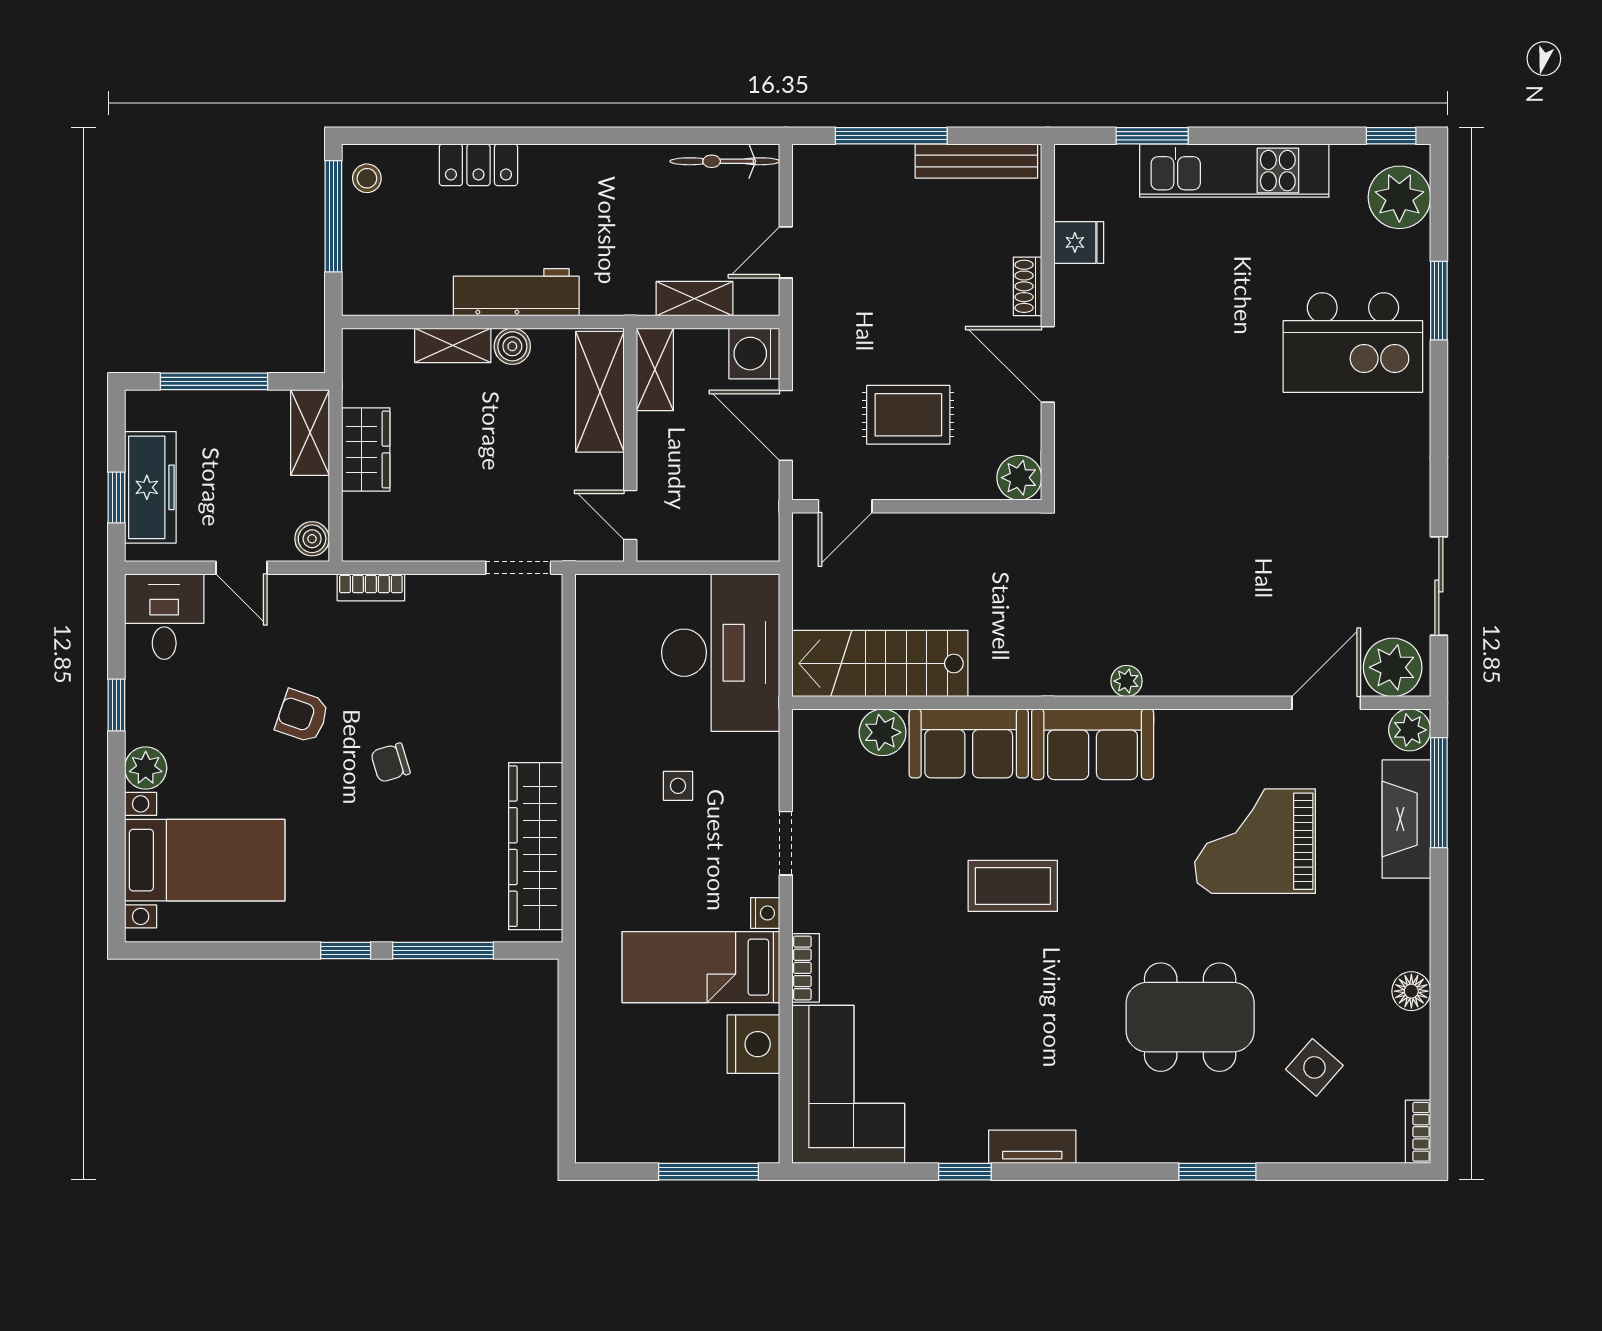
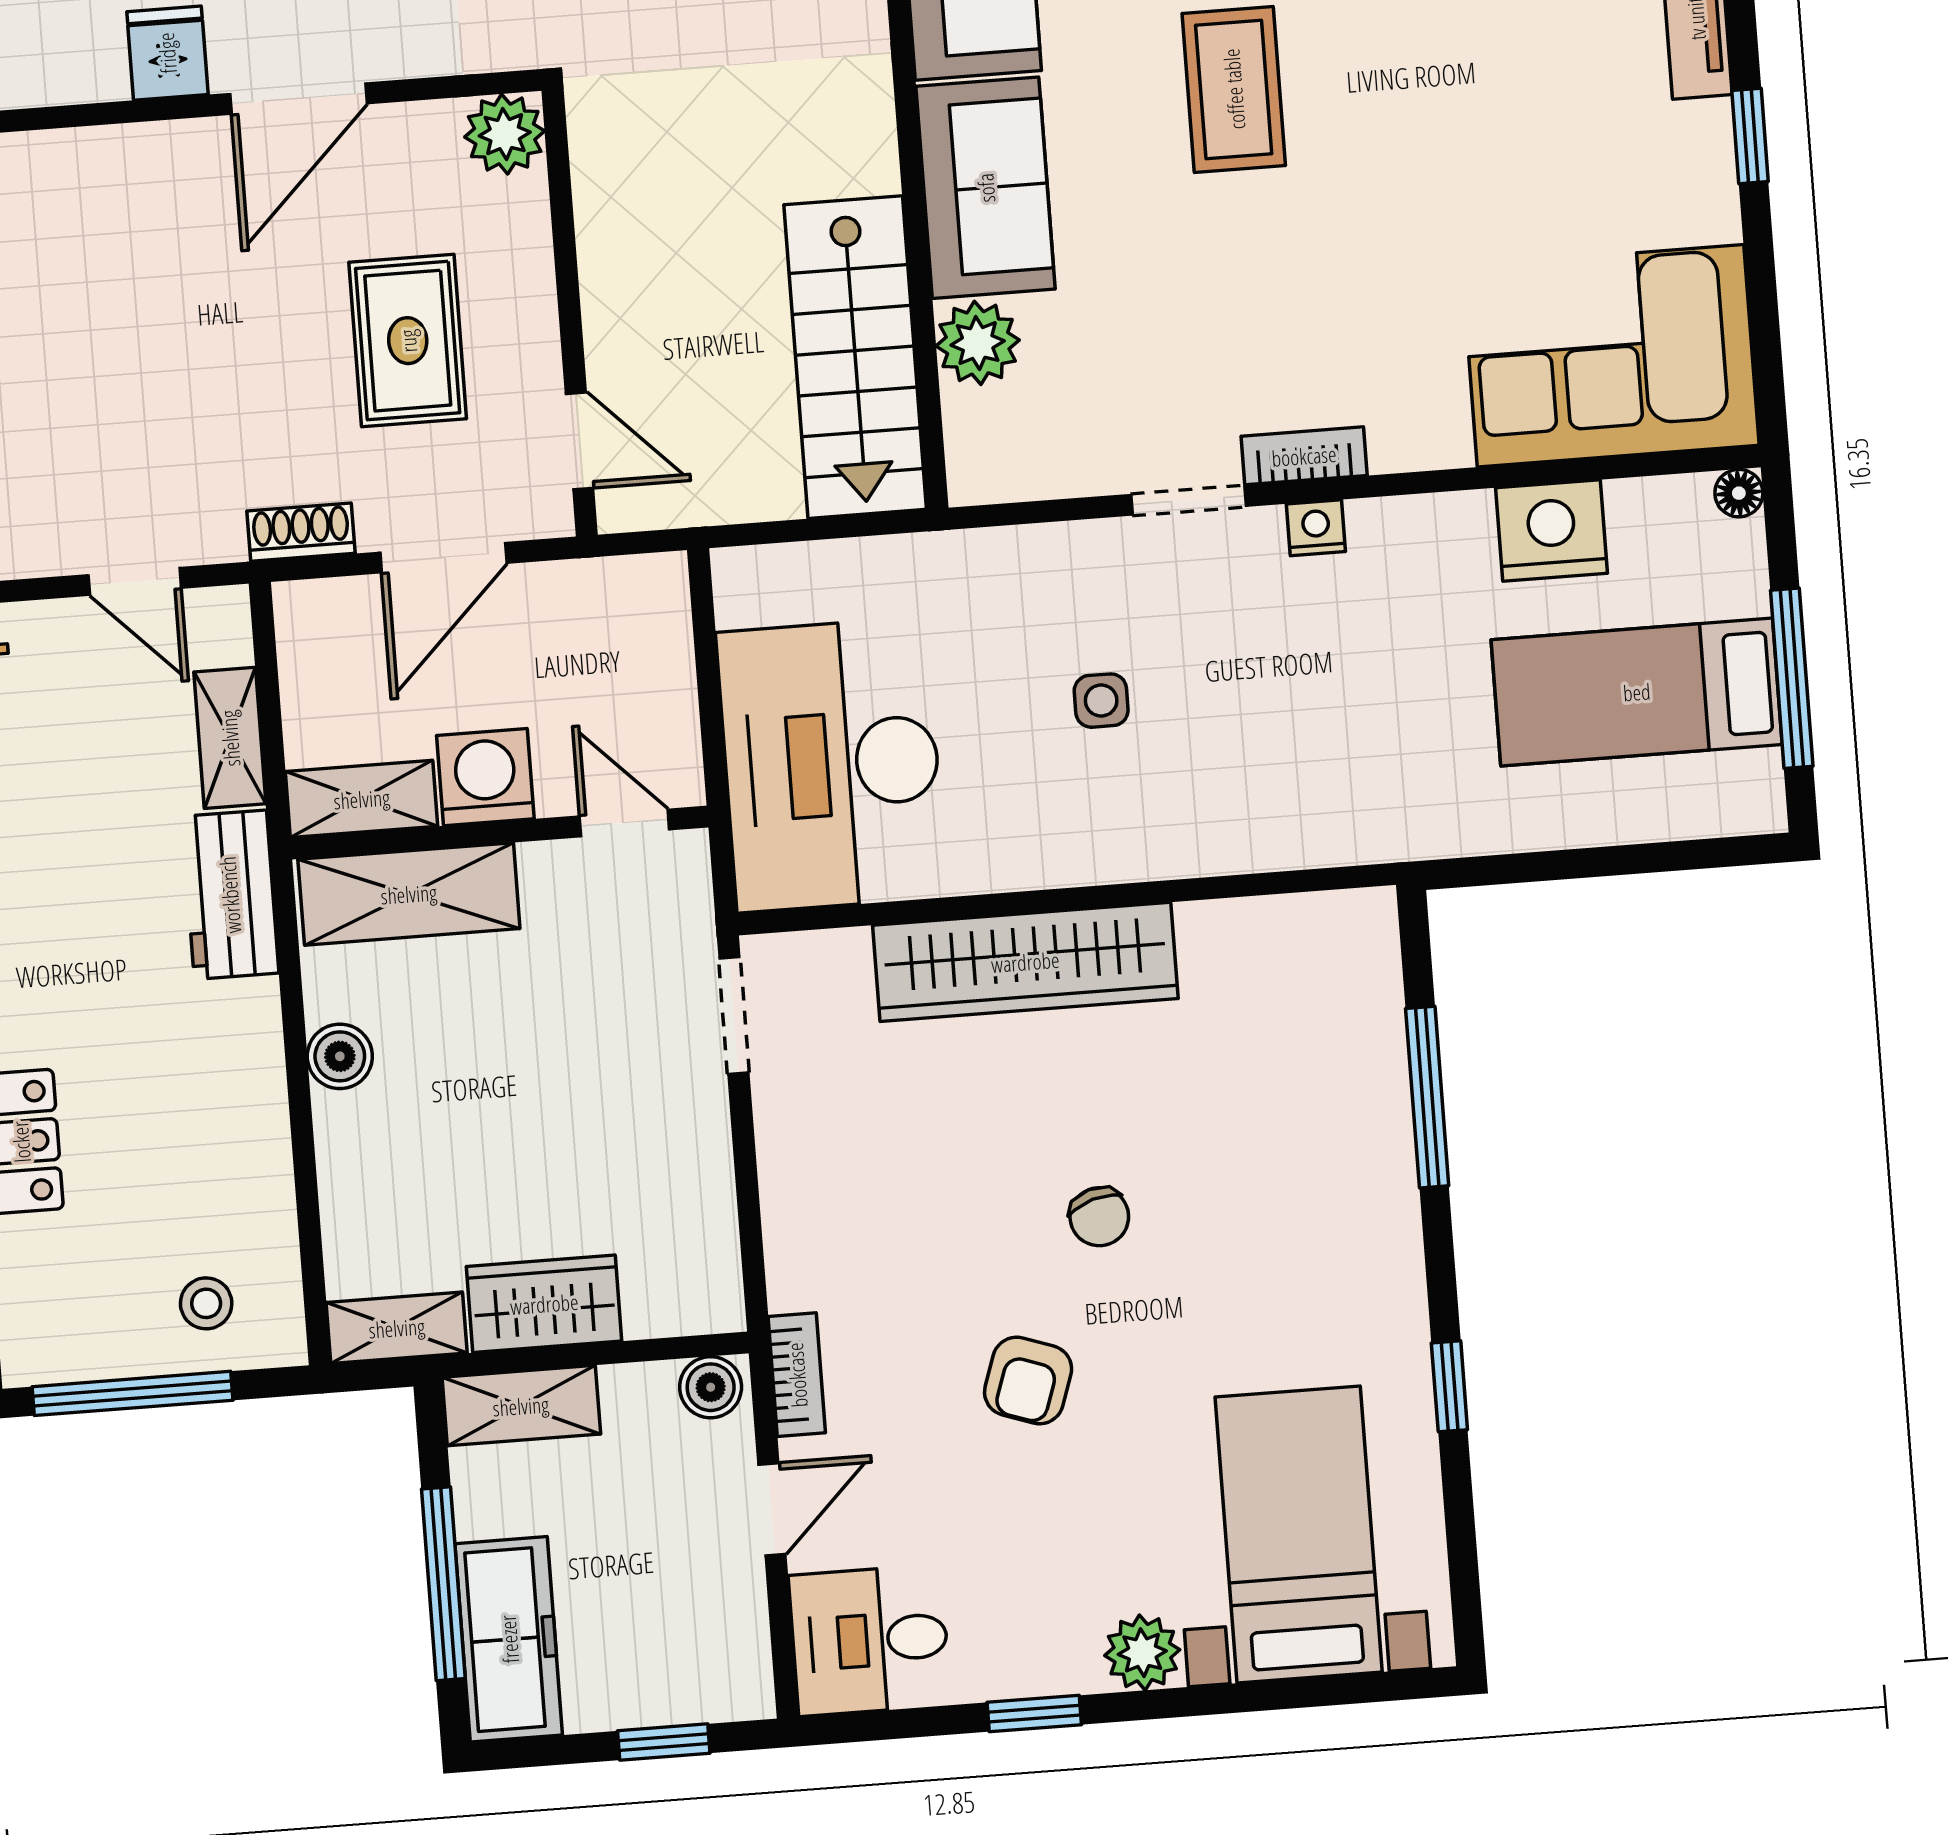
stool: (367, 178) -> (206, 1303), moved
fridge: (1079, 242) -> (167, 53), moved
shoe rack: (1027, 286) -> (301, 532), moved, turned 180
workbench: (516, 292) -> (230, 895), moved, width x0.73
shelving: (453, 345) -> (397, 1328), moved, turned 90
washing machine: (754, 354) -> (485, 777), moved, turned 180
freezer: (150, 487) -> (509, 1639), moved, turned 90
door: (630, 515) -> (624, 823), swing flipped
bookcase: (371, 587) -> (797, 1375), moved
desk: (721, 653) -> (832, 765), moved, turned -90
wardrobe: (536, 846) -> (1025, 962), moved
window: (346, 951) -> (1449, 1386), moved
bed: (701, 967) -> (1637, 692), moved, turned 90
bookcase: (806, 968) -> (1304, 456), moved
floor lamp: (766, 1150) -> (1739, 493), added
window: (709, 1172) -> (1792, 678), moved

